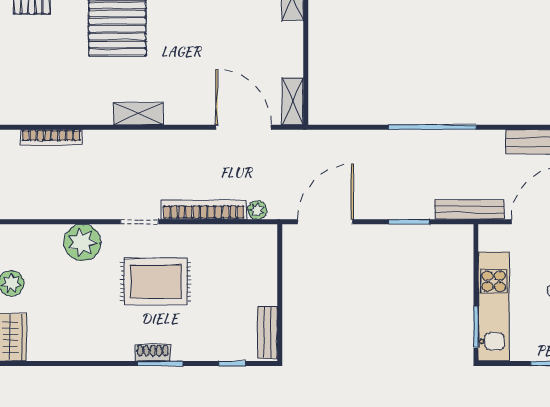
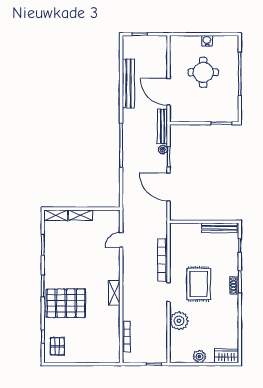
shelving: (293, 101) -> (81, 215), moved
door: (243, 127) -> (121, 240), width x0.53
plant: (257, 210) -> (163, 149), moved
door: (325, 222) -> (169, 187), moved
kitchen unit: (494, 306) -> (211, 114), removed
bench: (267, 333) -> (219, 228), width x1.36

